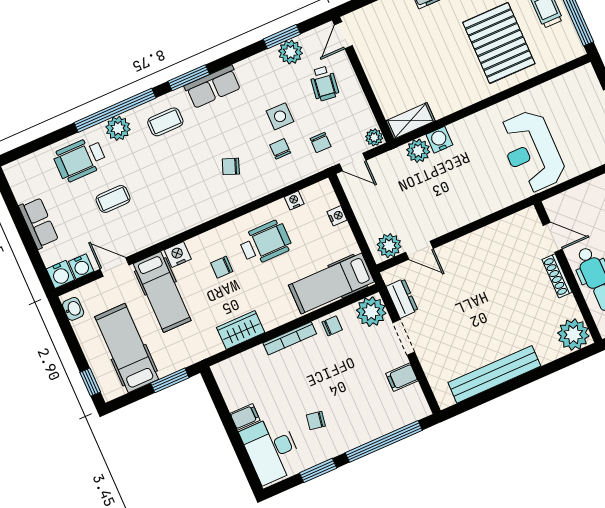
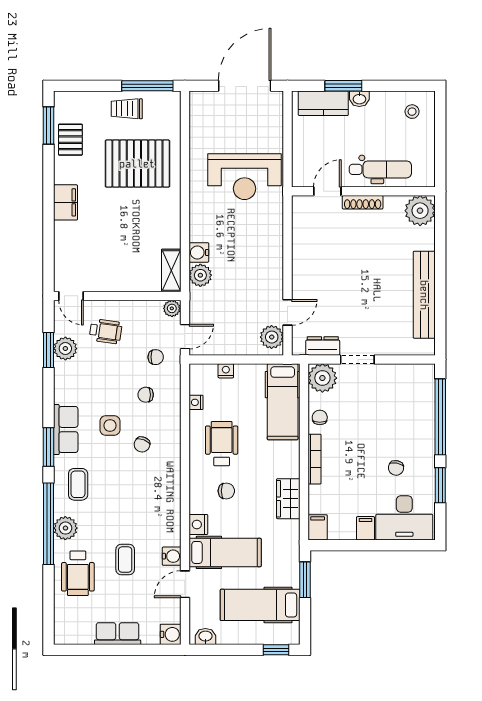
side table: (280, 116) -> (110, 426), moved
water cooler: (81, 266) -> (172, 556), moved
chair: (222, 267) -> (226, 491), turned -90
filing cabinet: (402, 377) -> (318, 527), moved, turned 180

